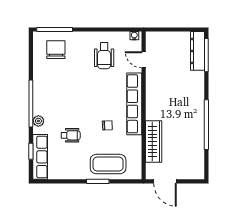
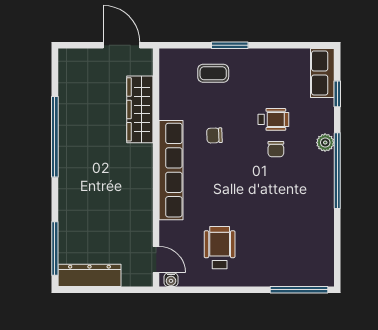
chair: (56, 50) -> (276, 149), moved, width x0.54, depth x0.54
dresser: (197, 51) -> (89, 275), moved, turned -90
door: (144, 60) -> (156, 259), moved
wheelchair: (71, 135) -> (273, 119), turned 180
row of seats: (40, 157) -> (322, 73), width x0.68
coffee table: (108, 164) -> (213, 73), width x0.54, depth x0.58

